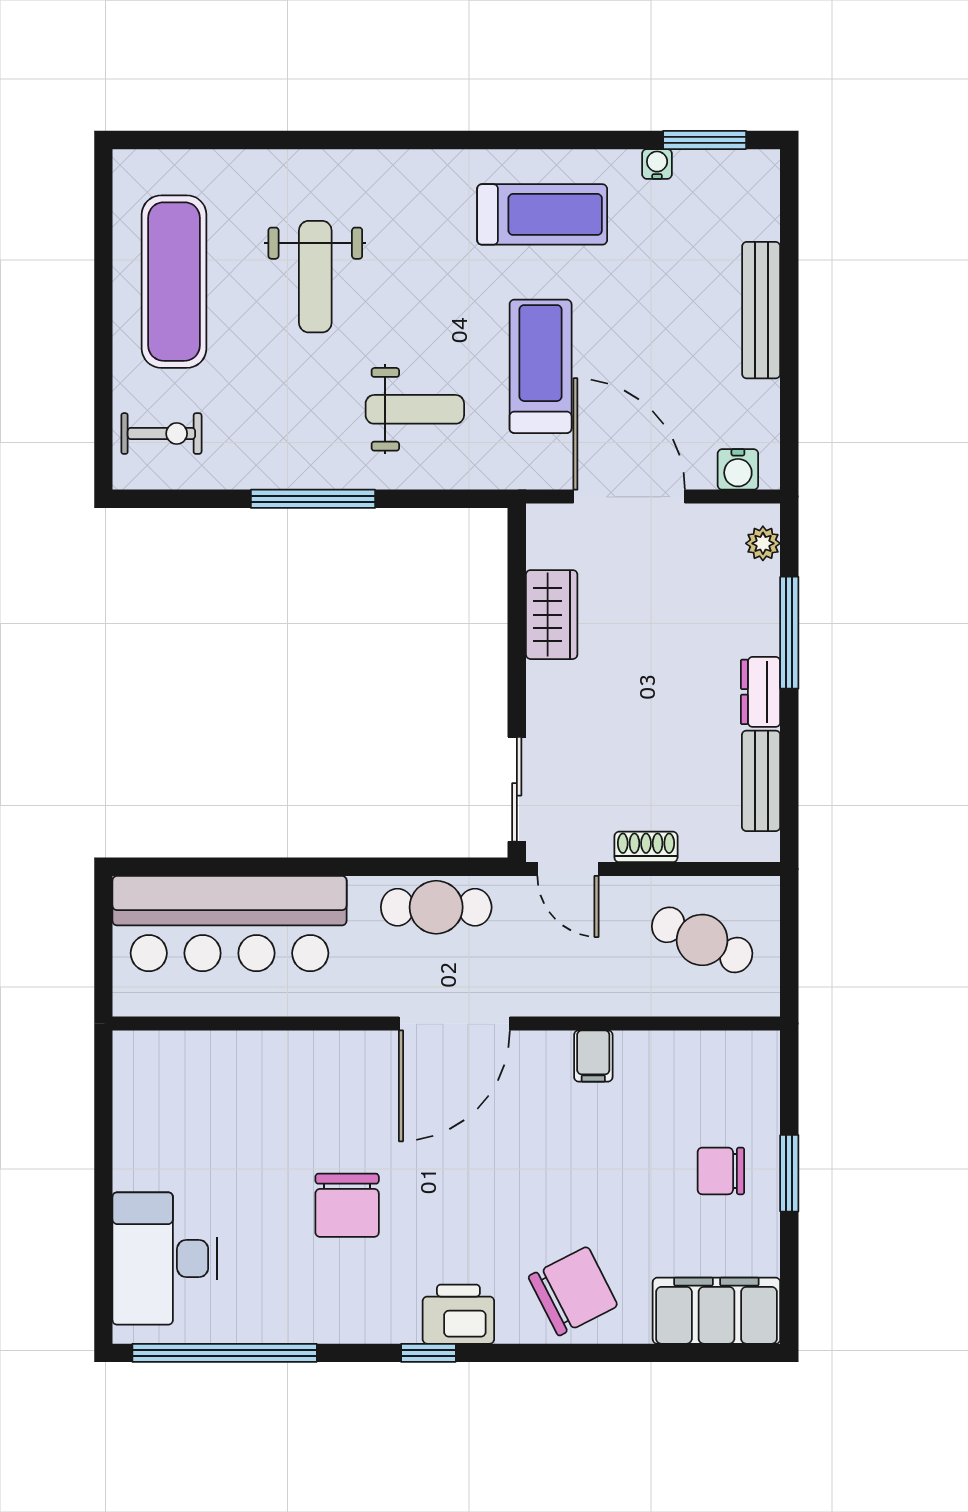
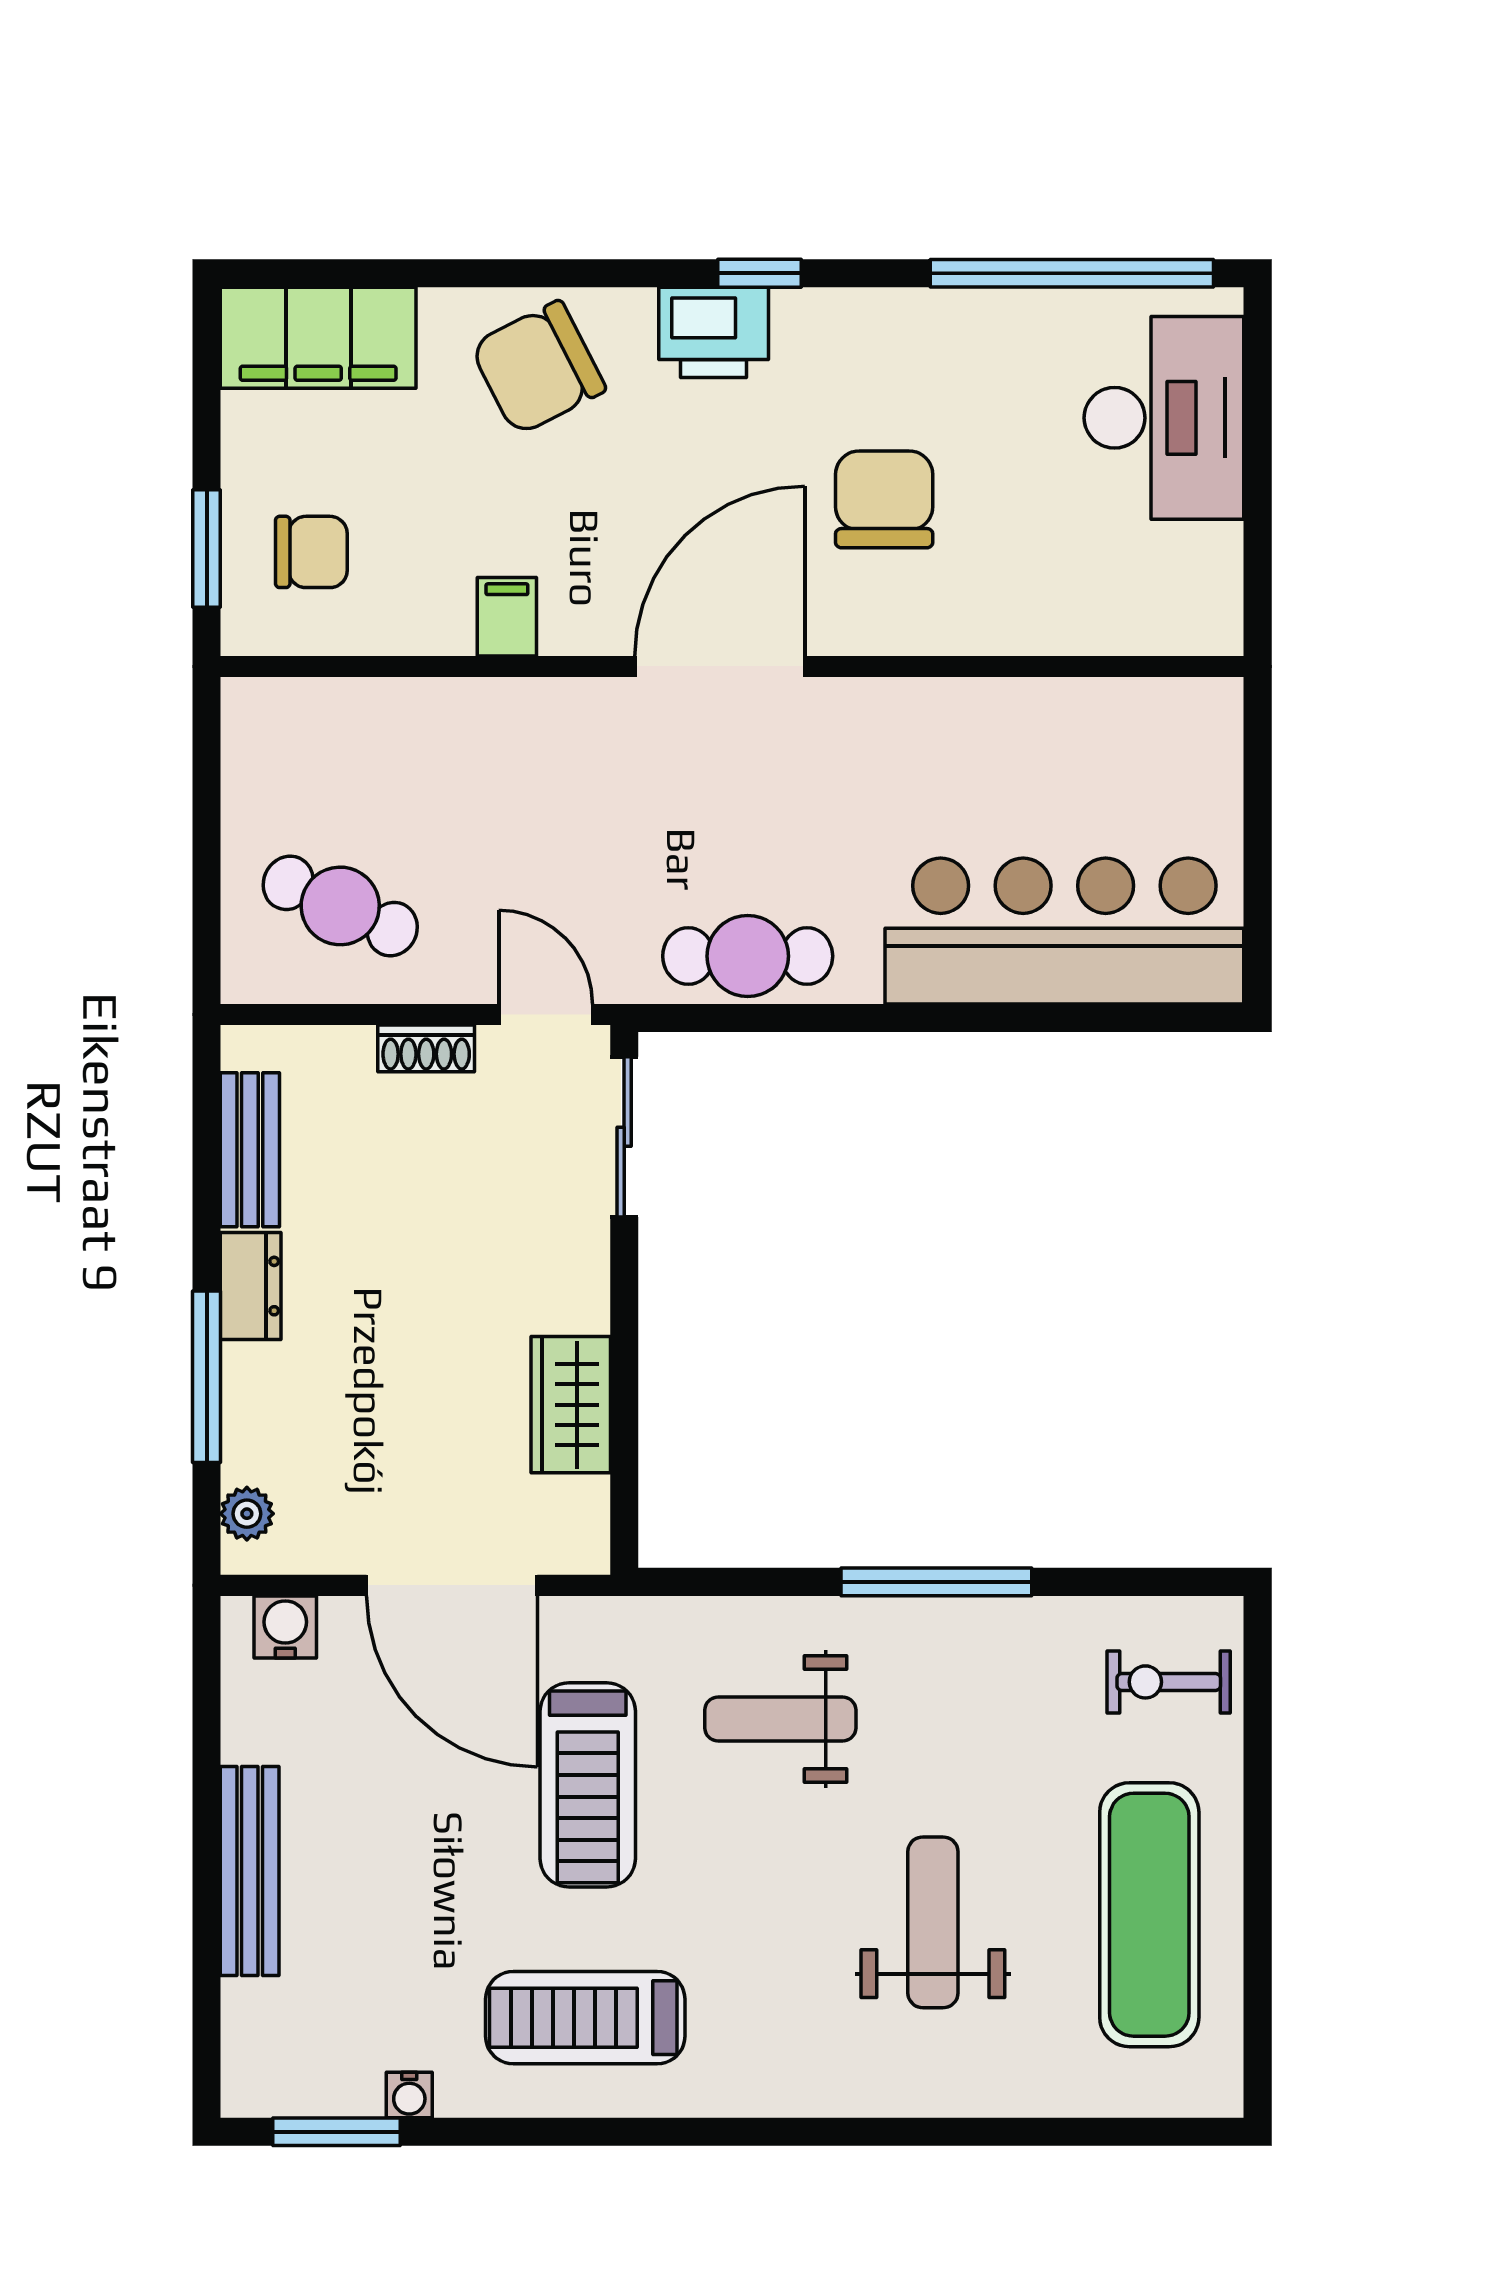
wall: (446, 1024) -> (732, 666), moved
door: (454, 1024) -> (720, 666), moved
filing cabinet: (593, 1056) -> (507, 617), moved

